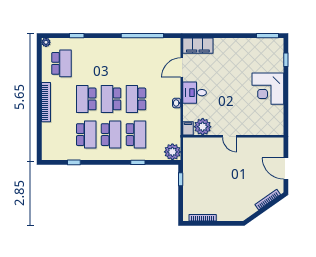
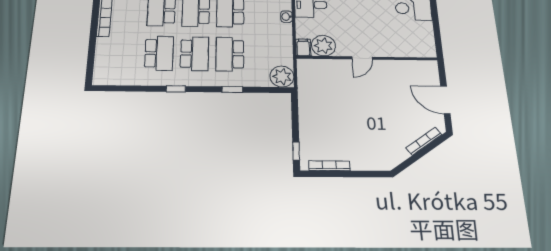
school desk: (136, 135) -> (230, 54), turned 180
door: (230, 136) -> (362, 58), hinge flipped
window: (74, 162) -> (176, 89), moved
window: (181, 179) -> (296, 151), moved

